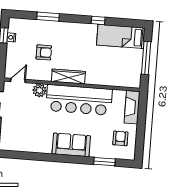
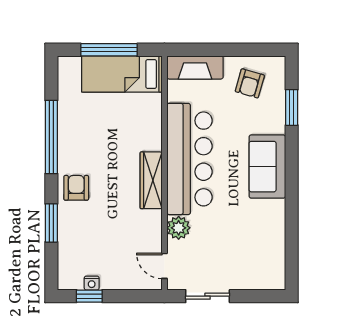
window: (98, 20) -> (51, 137), width x3.17
bed: (121, 36) -> (122, 74), moved, turned 90
armchair: (44, 52) -> (76, 188), moved
armchair: (120, 138) -> (250, 83), turned -74

